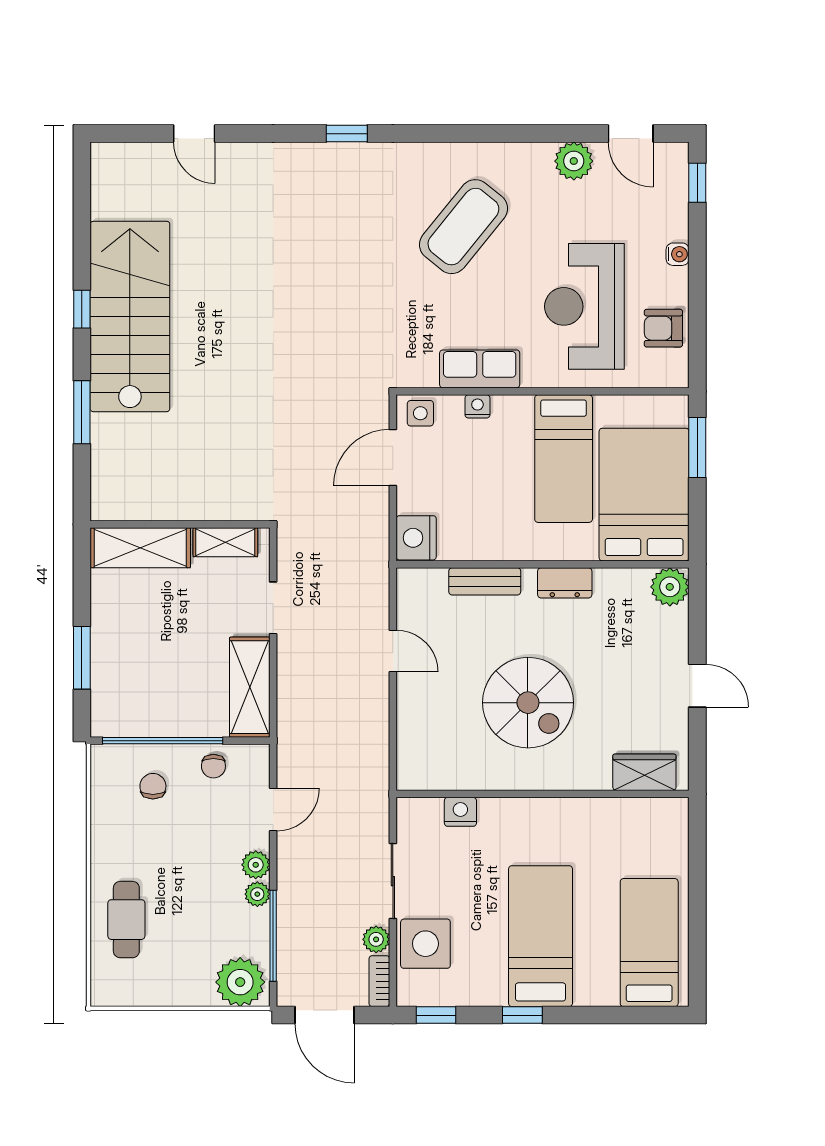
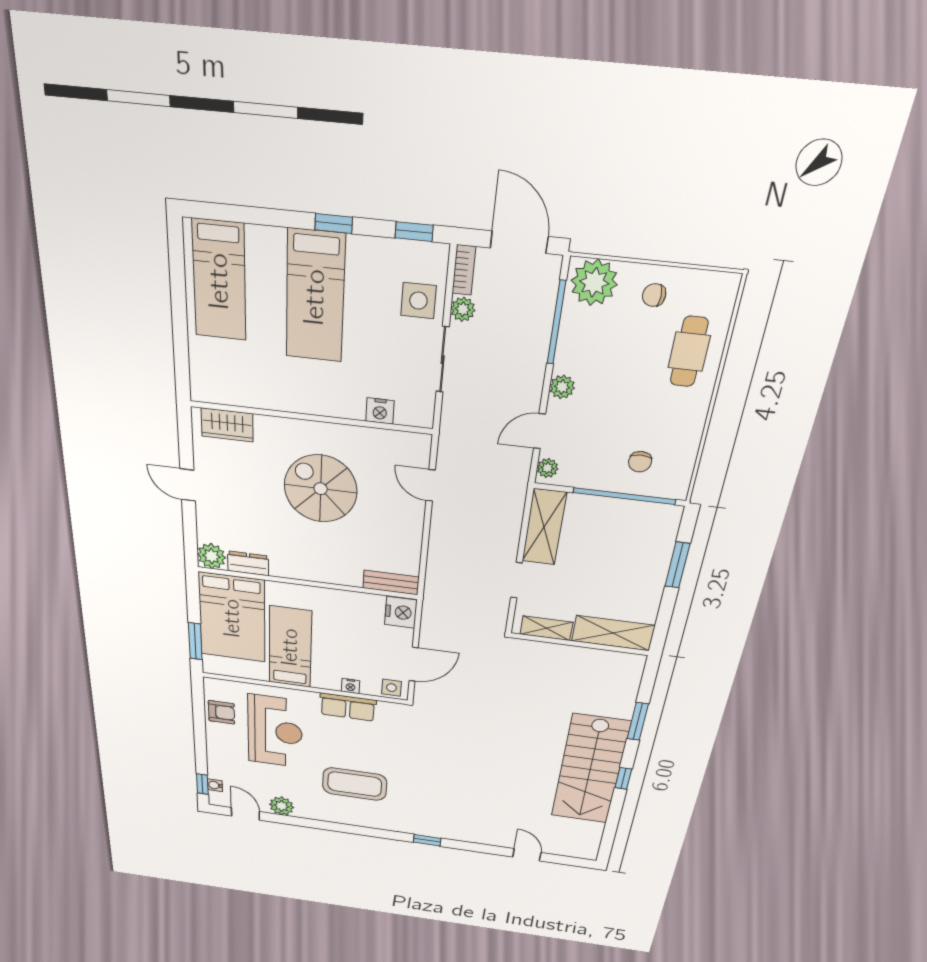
coffee table: (463, 227) -> (355, 784), turned 51
water cooler: (678, 254) -> (215, 785), moved
bench: (485, 581) -> (391, 583), moved
dresser: (565, 583) -> (248, 563), moved
door: (393, 651) -> (431, 485), moved
chair: (213, 766) -> (654, 295), moved, turned -90
plant: (257, 894) -> (547, 468), moved
side table: (425, 944) -> (418, 301), width x0.73, depth x0.73

